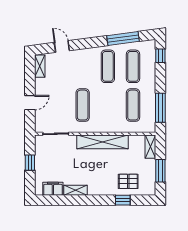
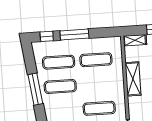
window: (123, 38) -> (35, 89), moved
window: (160, 108) -> (74, 35), moved
shelving: (102, 142) -> (133, 79), width x0.68

